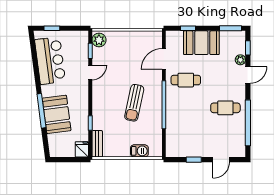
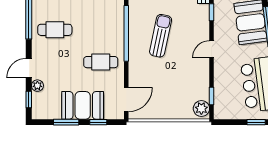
window: (230, 28) -> (66, 122), moved
door: (164, 59) -> (126, 100), moved
door: (90, 72) -> (212, 49), moved

